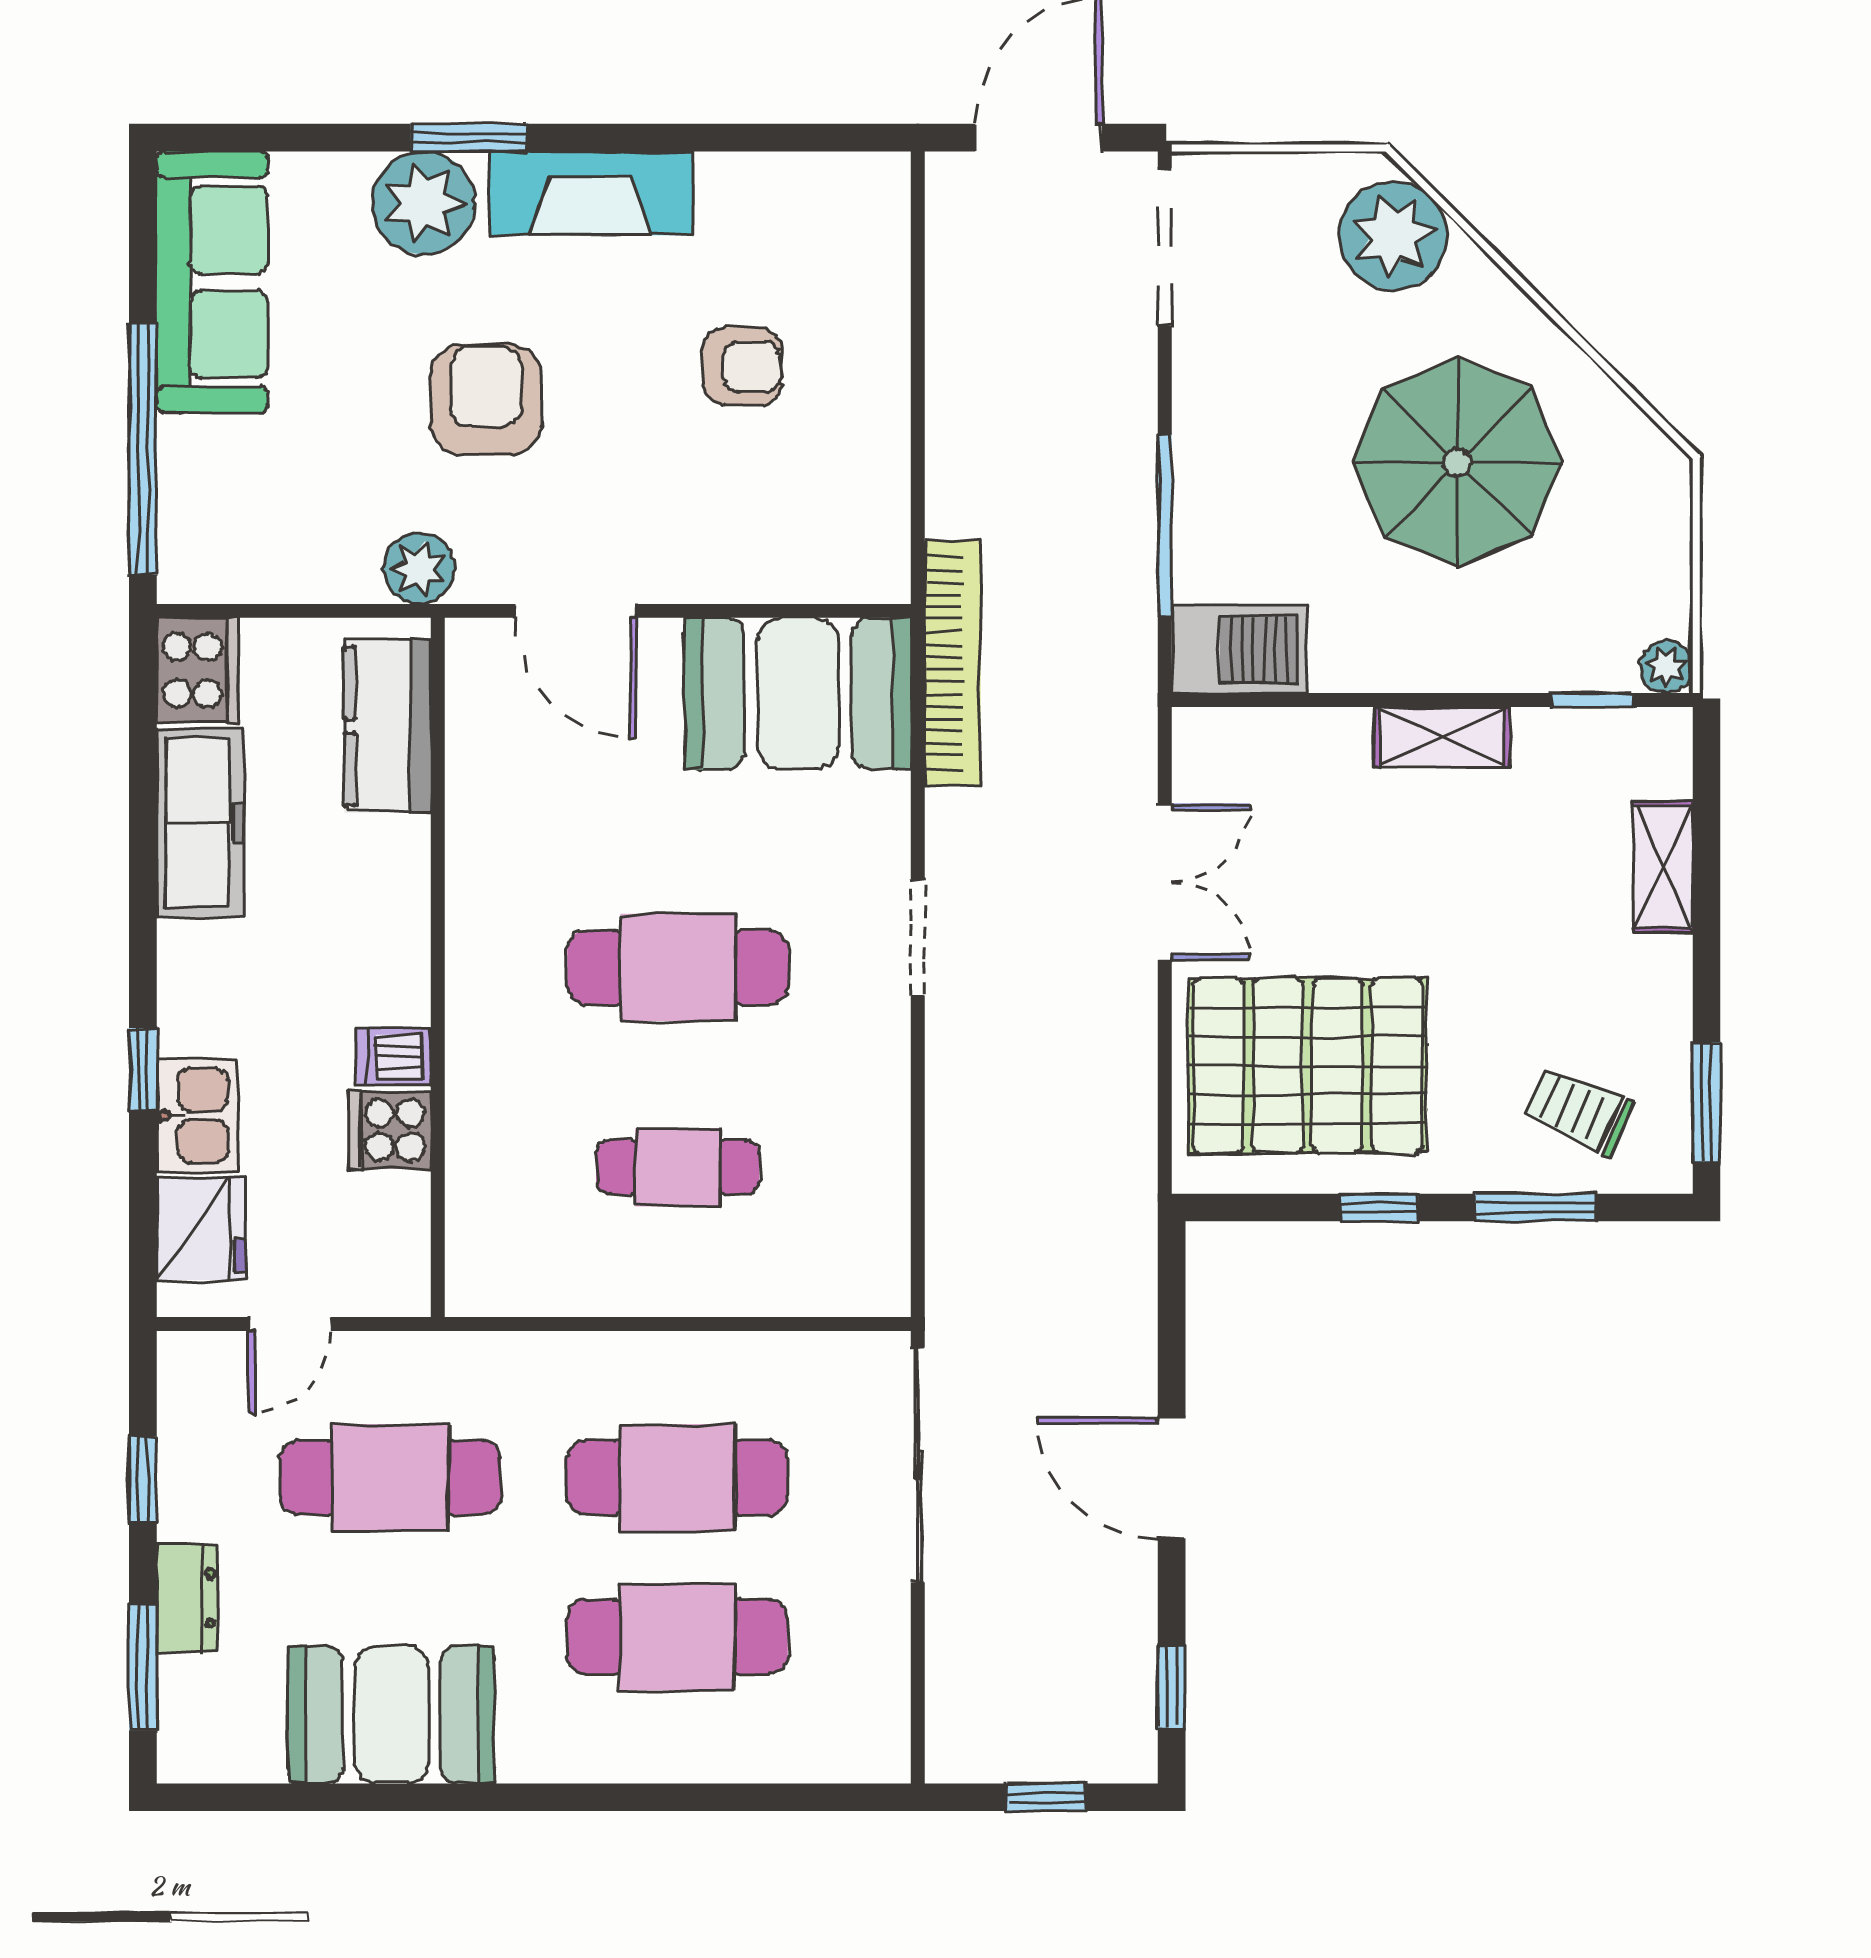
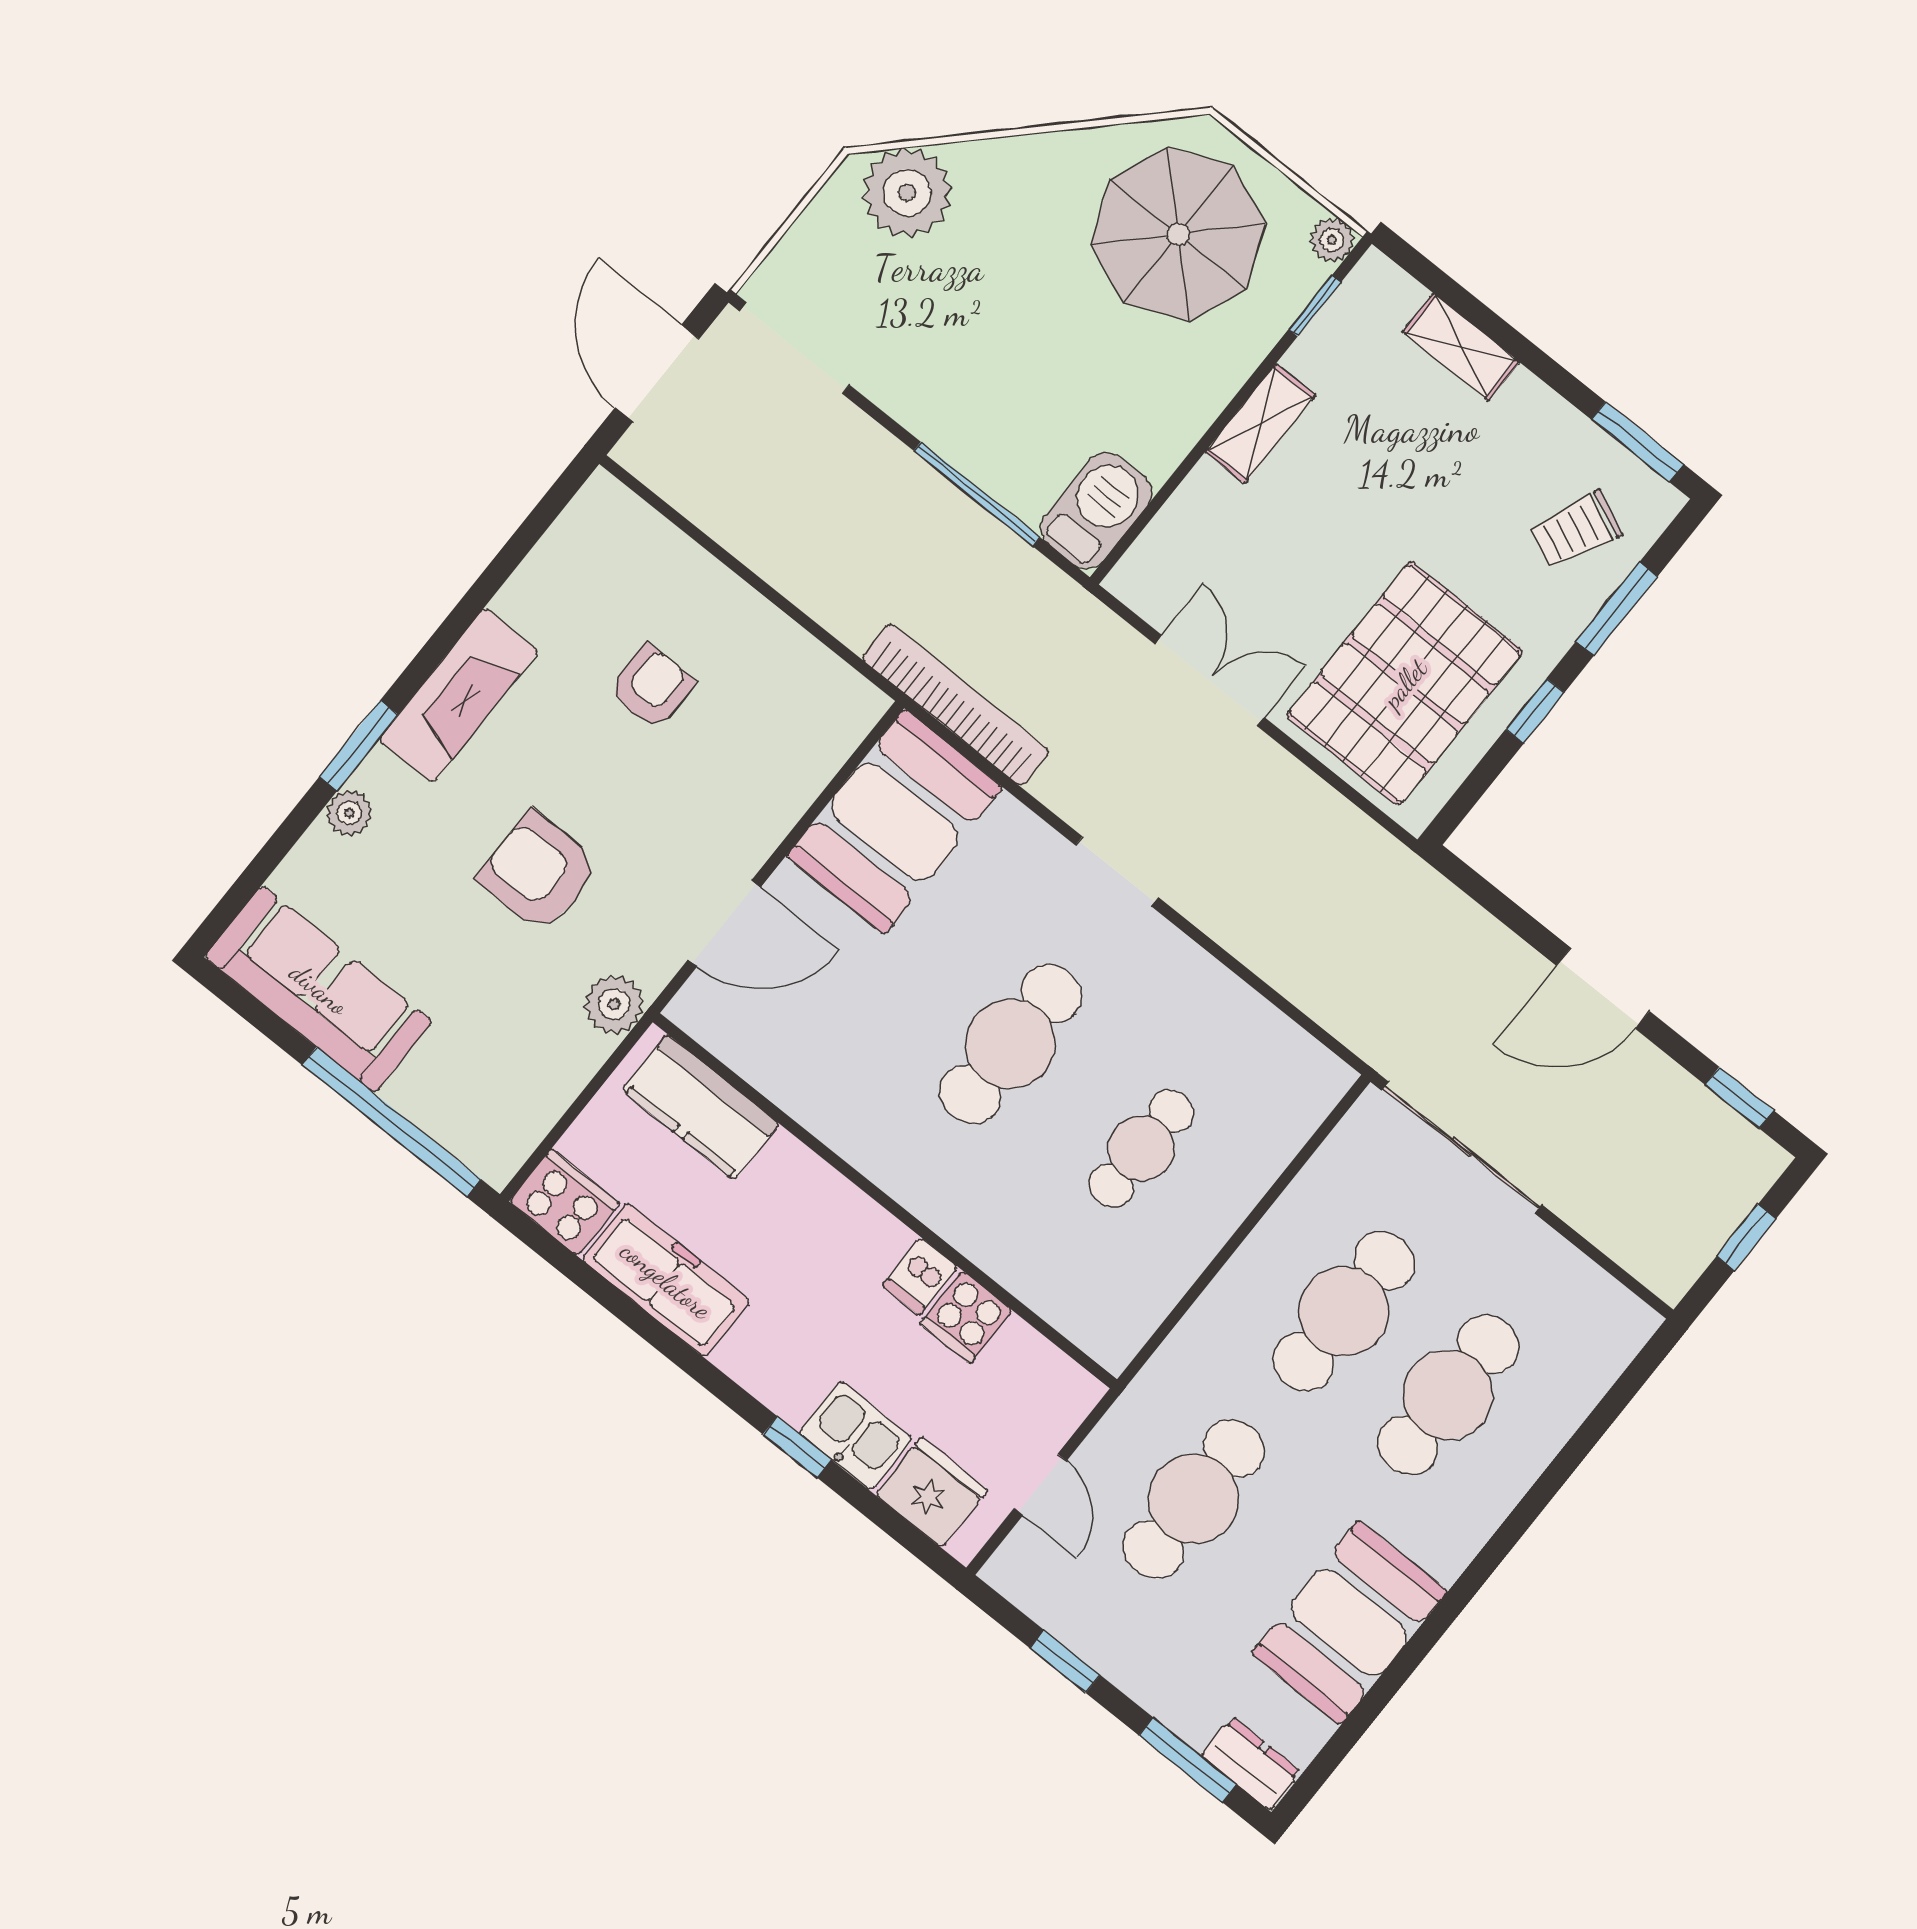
plant: (423, 203) -> (349, 813), width x0.53, depth x0.53
parasol: (1457, 462) -> (1178, 234), moved
dresser: (187, 1598) -> (1251, 1763), moved

